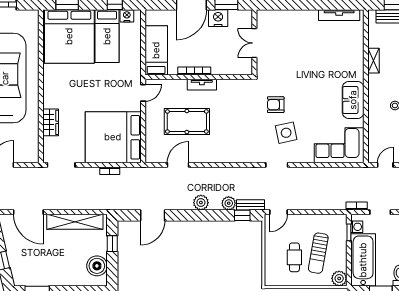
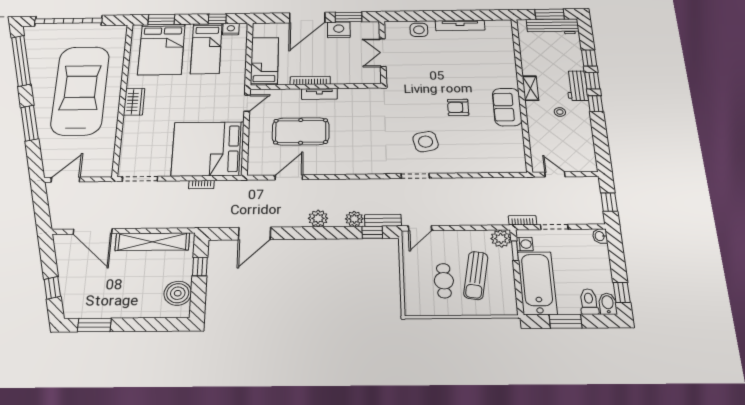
tv unit: (339, 15) -> (460, 25), moved
side table: (285, 19) -> (419, 30), added
bed: (69, 36) -> (161, 49), width x0.73
shelving: (373, 61) -> (530, 88), moved
armchair: (276, 105) -> (458, 107), moved
wardrobe: (51, 122) -> (134, 102), moved
corner sofa: (339, 145) -> (494, 154), removed
door: (385, 165) -> (555, 174), hinge flipped
plant: (339, 278) -> (501, 239), moved

